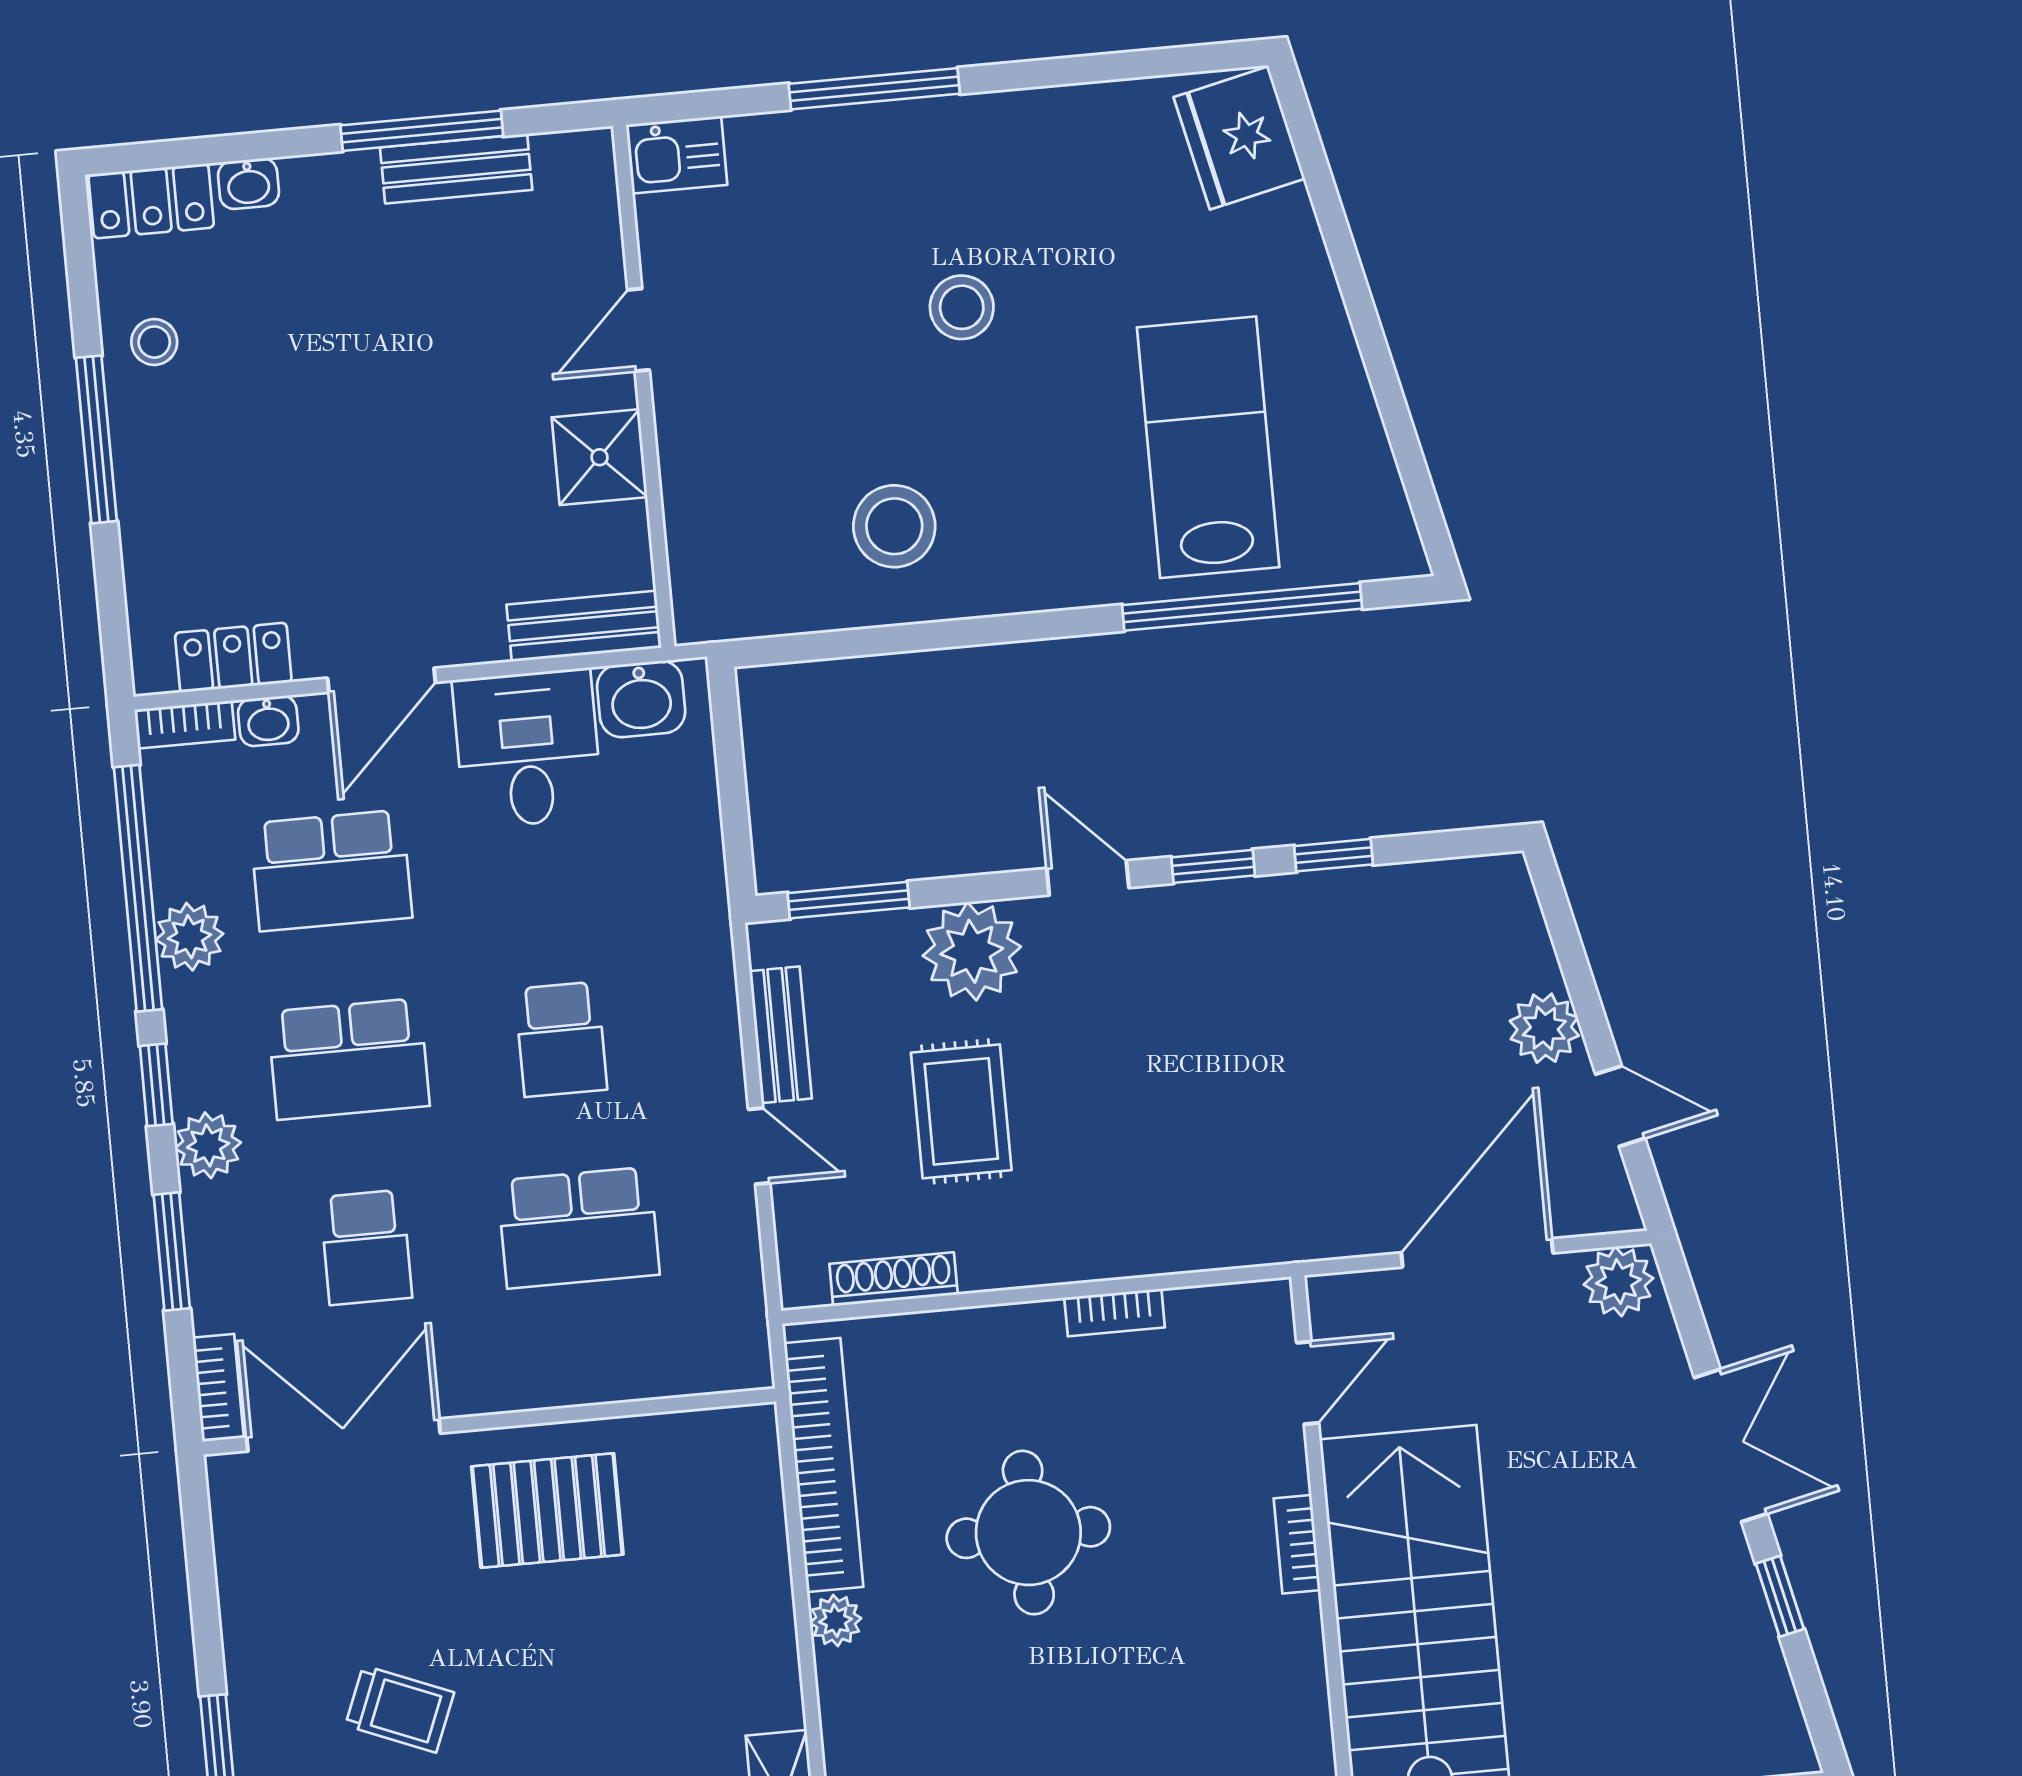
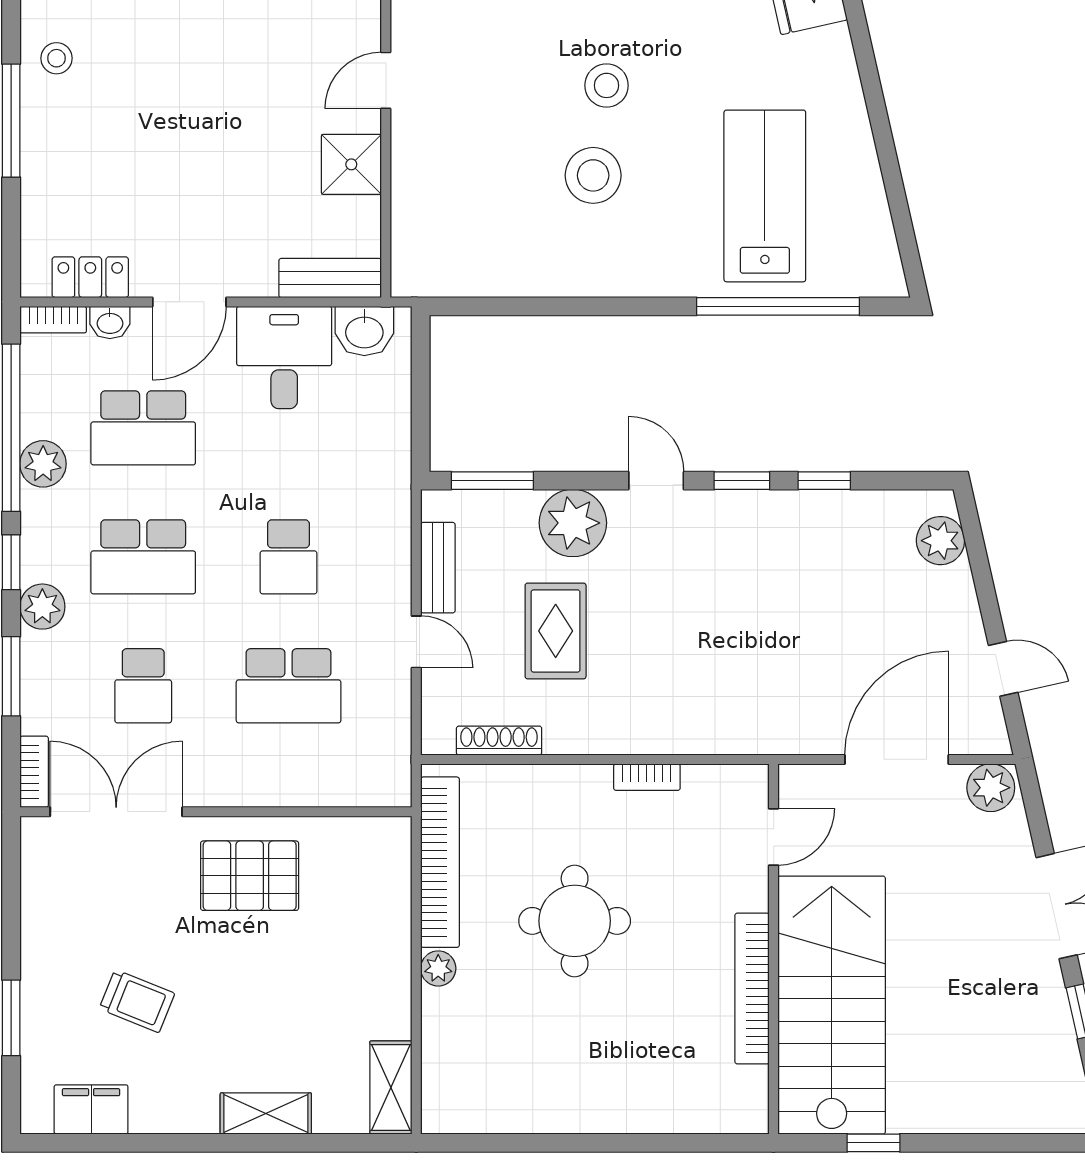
stool: (894, 526) -> (593, 175), moved
plant: (1544, 1028) -> (940, 541), moved
bookcase: (1297, 1544) -> (752, 989), width x2.31, depth x1.31

